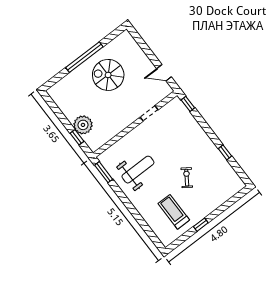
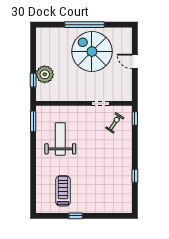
door: (164, 73) -> (135, 61), moved
spiral stairs: (108, 75) -> (92, 51), width x1.37, depth x1.37
weight bench: (138, 170) -> (60, 139), turned -90
exercise bike: (187, 178) -> (115, 123), moved

